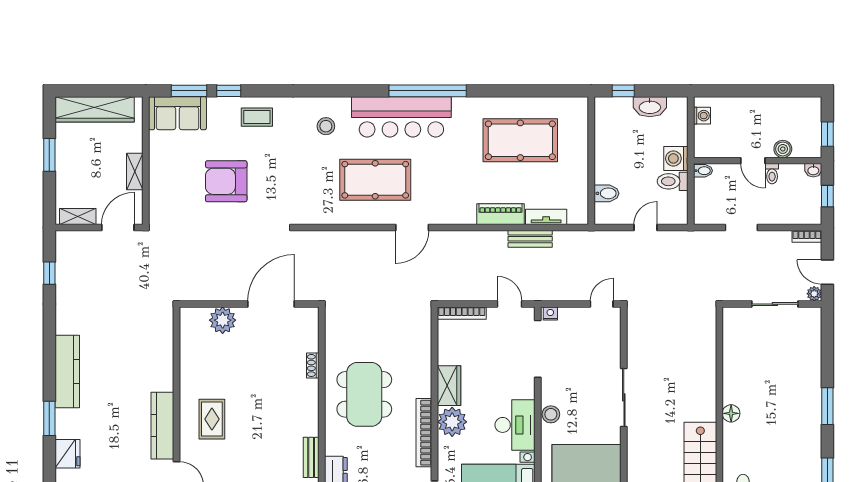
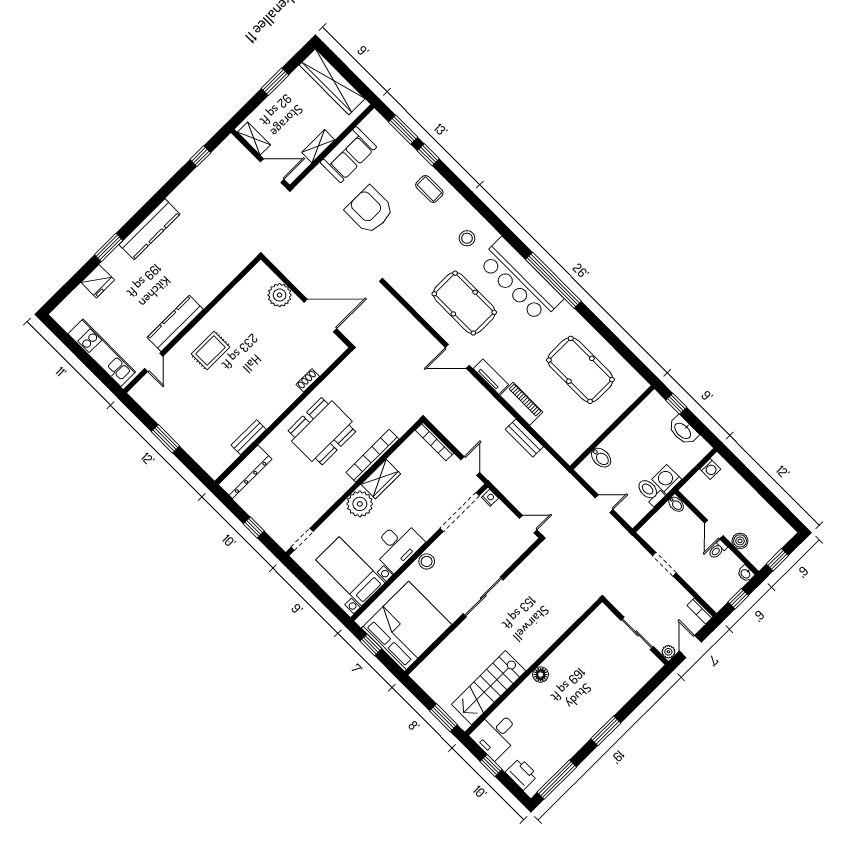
sofa: (177, 113) -> (348, 155), moved, turned -90
tv unit: (546, 217) -> (491, 377), moved
bookcase: (424, 433) -> (372, 456), moved

